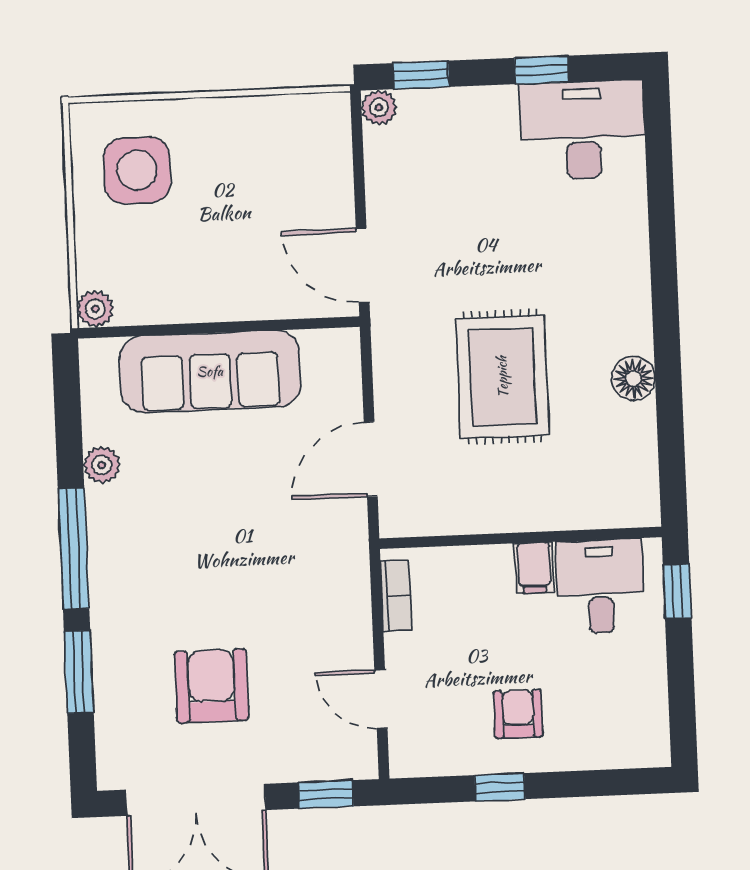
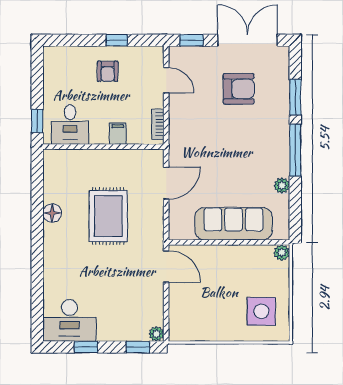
filing cabinet: (534, 568) -> (118, 134), moved
armchair: (211, 686) -> (239, 89), turned -90

